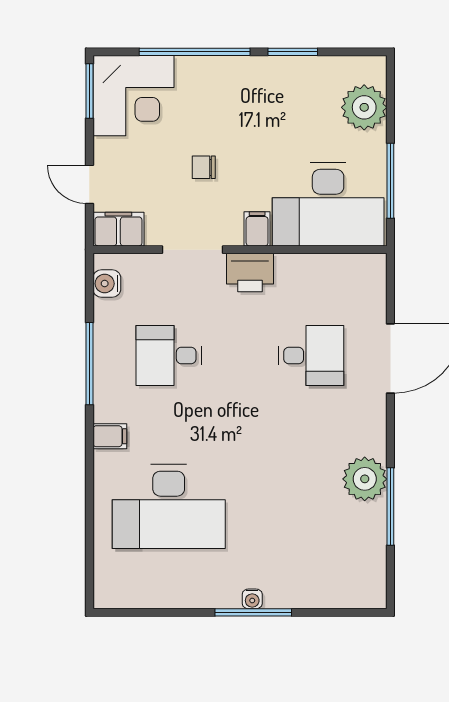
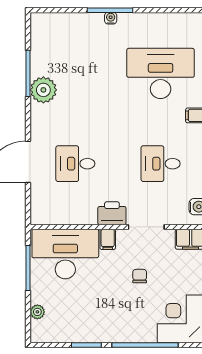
plant: (364, 107) -> (37, 312), width x0.53, depth x0.53
chair: (204, 167) -> (140, 276), turned -90
desk: (169, 355) -> (161, 164), turned 180

